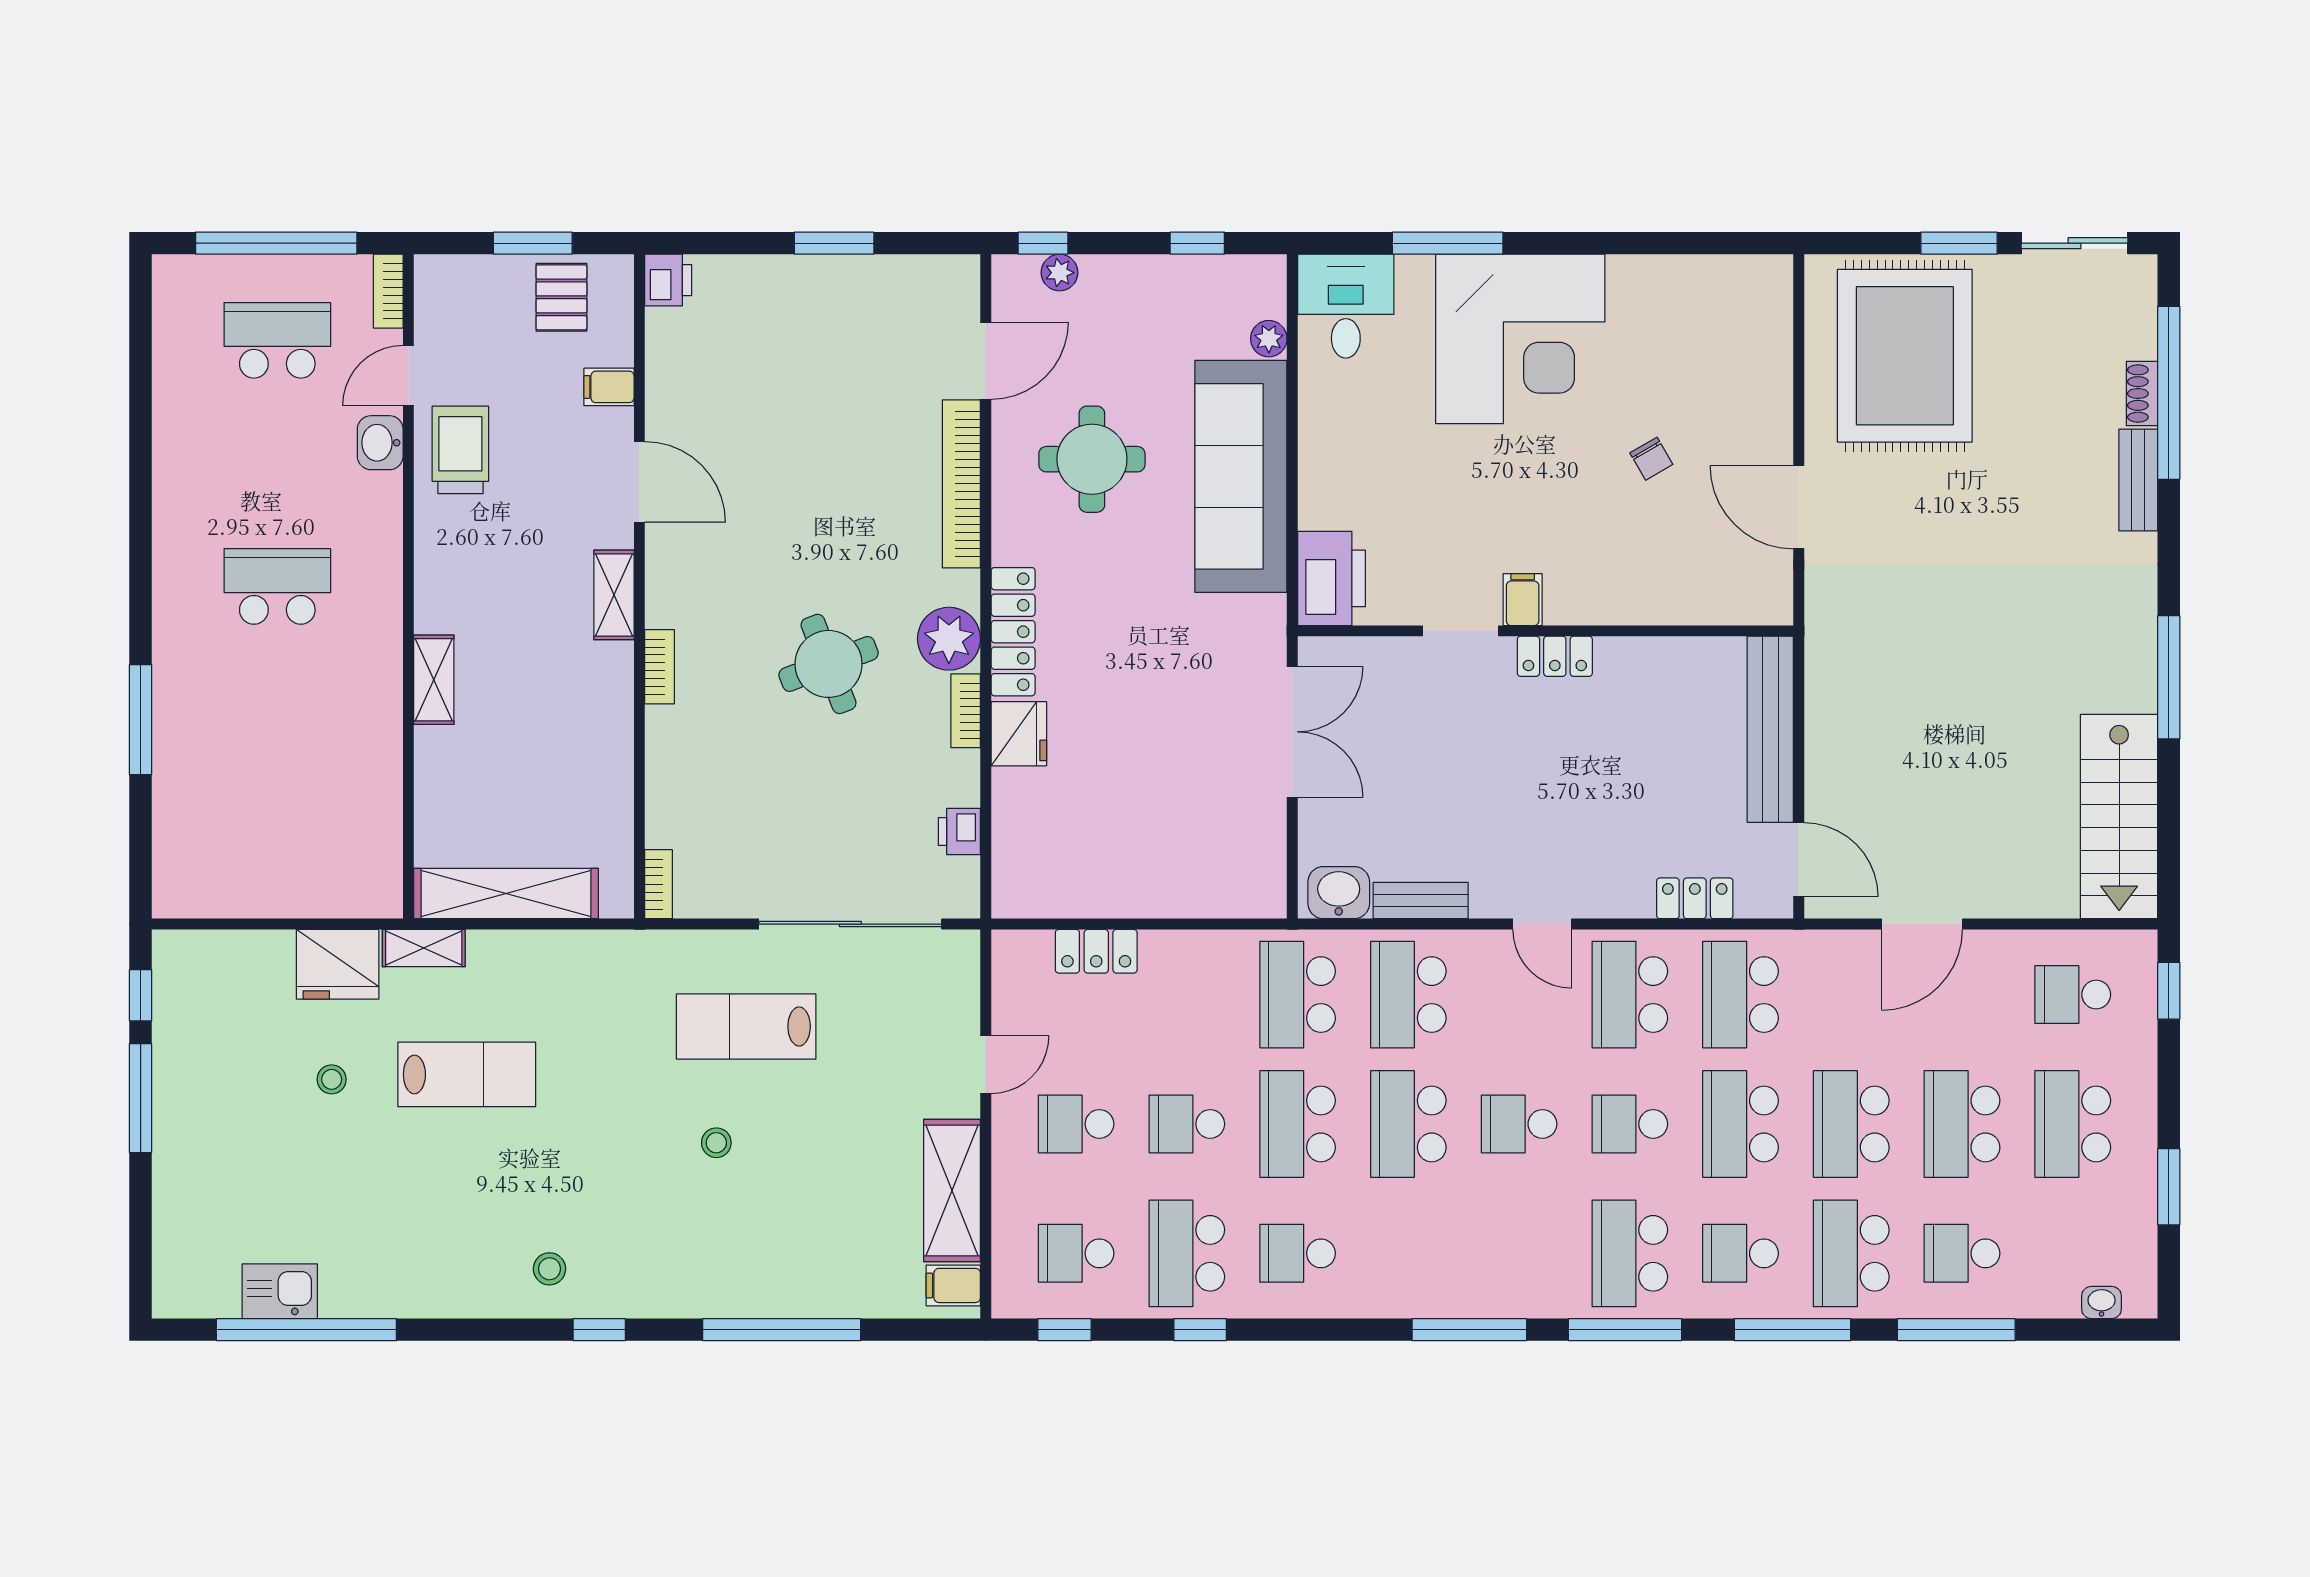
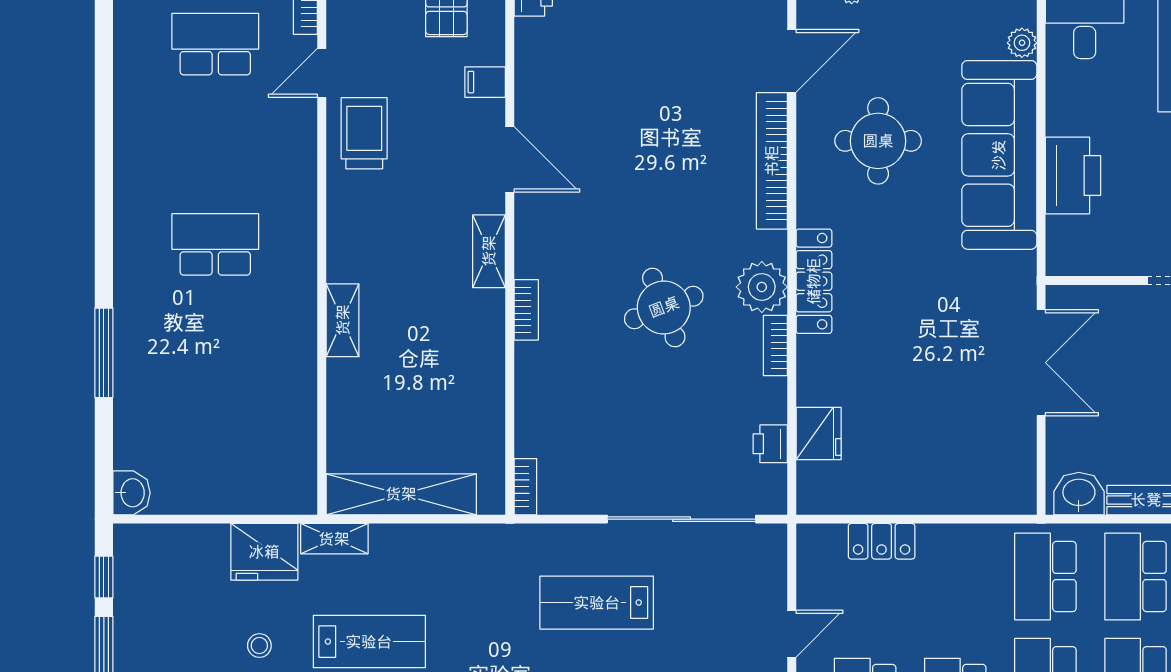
washbasin: (380, 443) -> (132, 493), moved, turned 180
printer: (1332, 578) -> (1073, 176), moved
fridge: (1019, 734) -> (819, 434), moved

